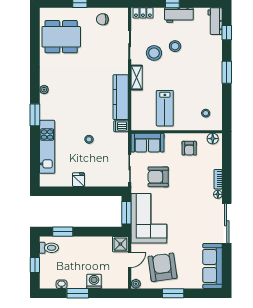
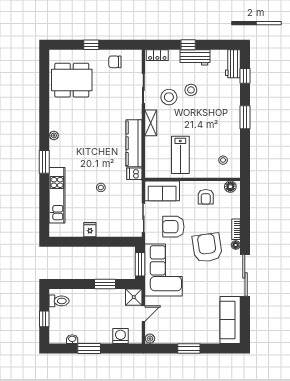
window: (63, 232) -> (105, 284), moved
armchair: (162, 267) -> (207, 248), moved
washing machine: (94, 281) -> (120, 336), moved

